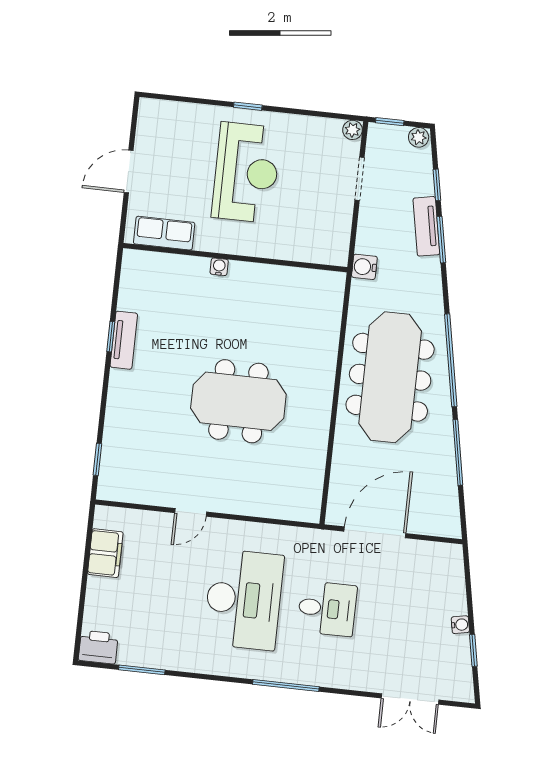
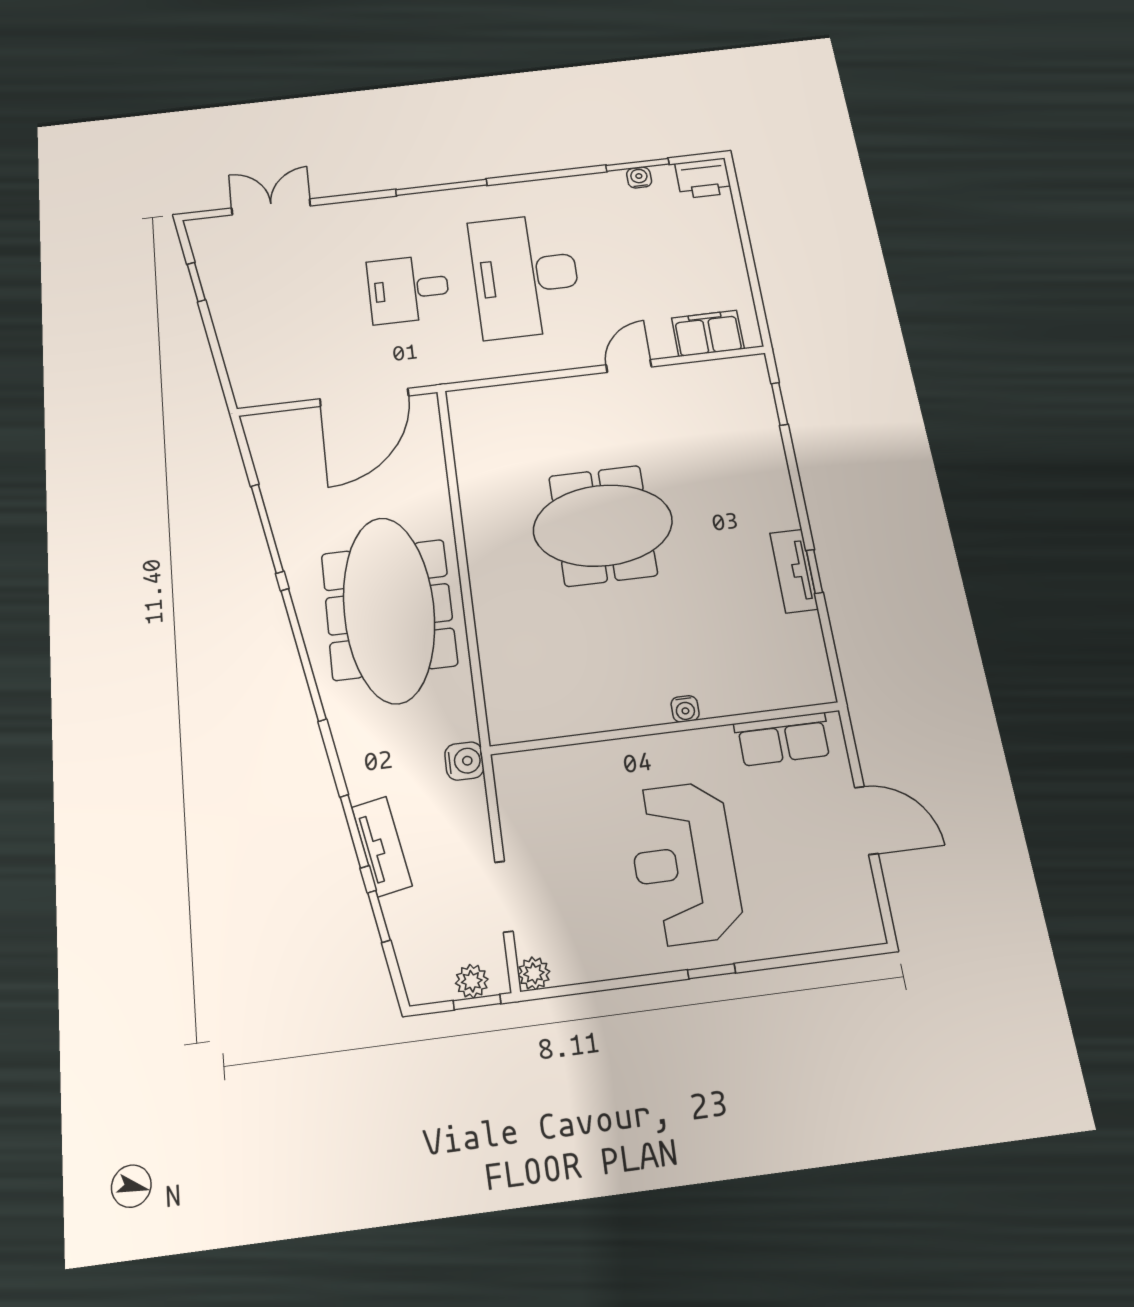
plant: (419, 137) -> (472, 981), moved
door: (129, 171) -> (866, 820), hinge flipped
filing cabinet: (105, 553) -> (708, 333), moved, turned 90
water cooler: (460, 625) -> (639, 178), moved, turned 101

